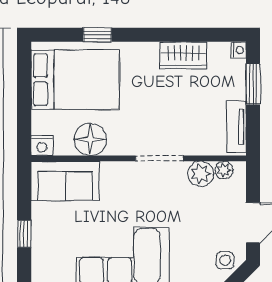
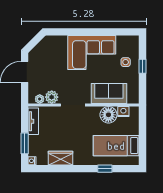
bed: (75, 80) -> (116, 146), width x0.67
nightstand: (42, 146) -> (123, 112), moved
sofa: (65, 181) -> (109, 93), moved
side table: (225, 260) -> (126, 62), moved

